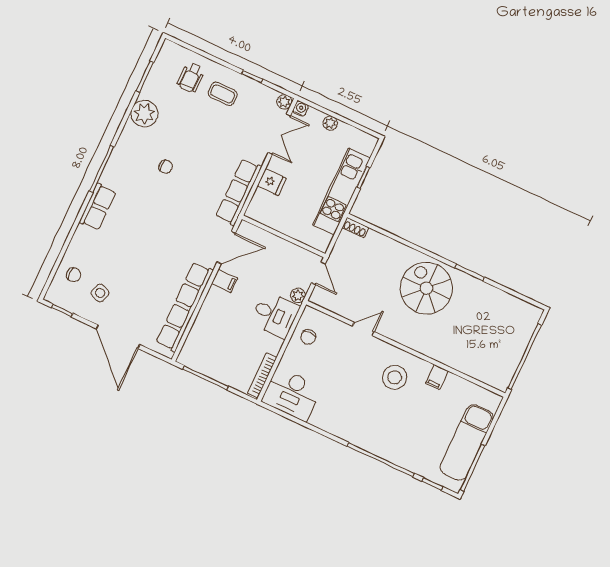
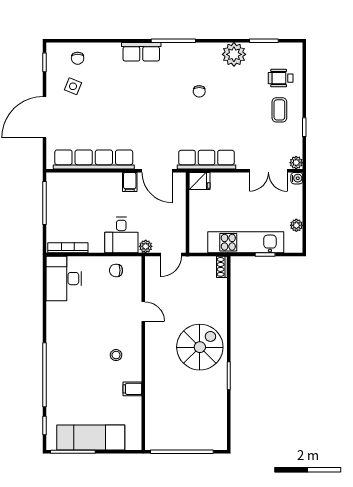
plant: (330, 123) -> (296, 225), moved
fridge: (272, 182) -> (200, 181), moved, turned -90
stool: (395, 377) -> (116, 355), width x0.53, depth x0.53

